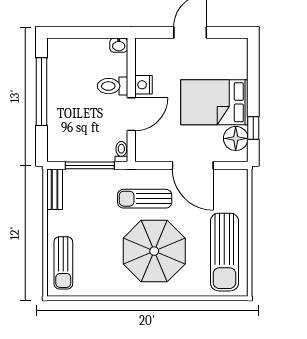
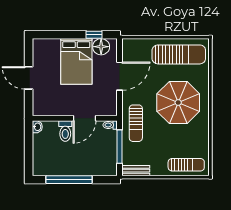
nightstand: (143, 85) -> (64, 110), removed
door: (131, 114) -> (84, 118), swing flipped
sun lounger: (145, 199) -> (136, 123), moved

